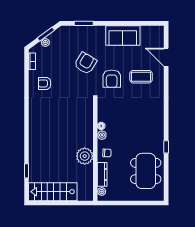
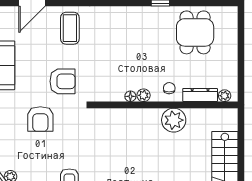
armchair: (85, 63) -> (40, 119), turned -121
coffee table: (141, 77) -> (70, 28), moved
dining table: (146, 171) -> (195, 32), width x0.73

